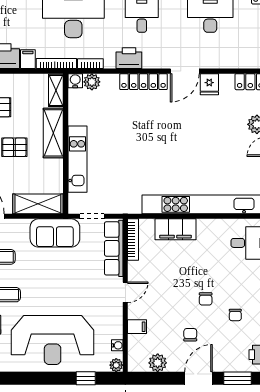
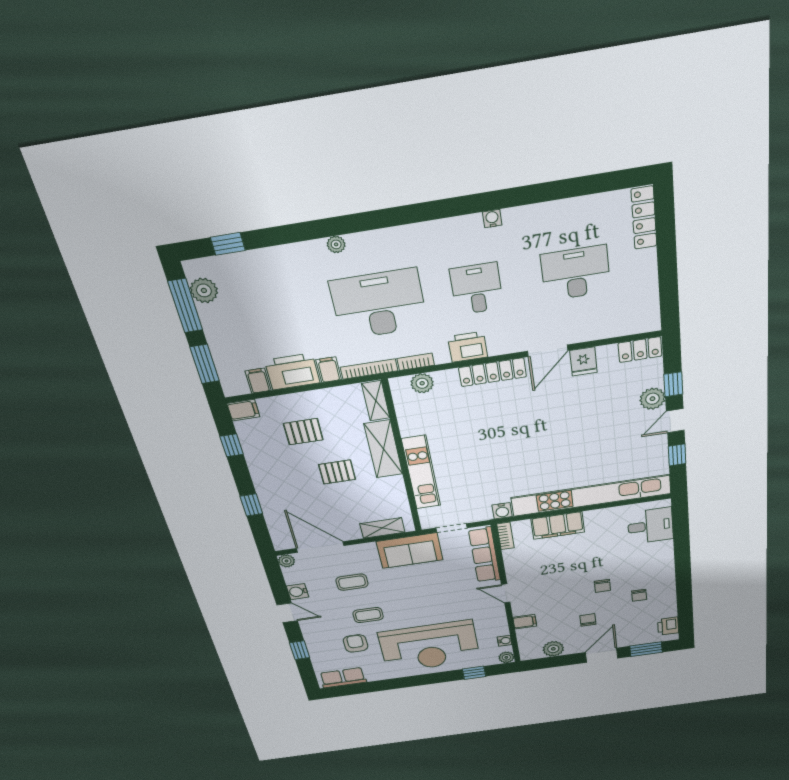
water cooler: (75, 81) -> (502, 511), moved, turned 180
shelving: (38, 204) -> (382, 528), width x0.67, depth x0.75
bookcase: (133, 240) -> (505, 536), width x0.64
door: (125, 292) -> (506, 593), swing flipped

